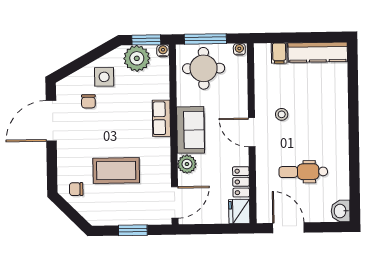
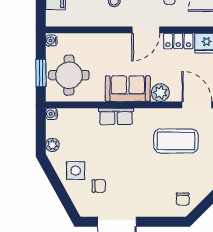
window: (205, 39) -> (41, 73), width x0.69
window: (146, 40) -> (41, 130), removed
plant: (137, 58) -> (52, 145), width x0.53, depth x0.53
door: (252, 132) -> (146, 30), moved
coffee table: (116, 170) -> (176, 141), moved, turned 90

